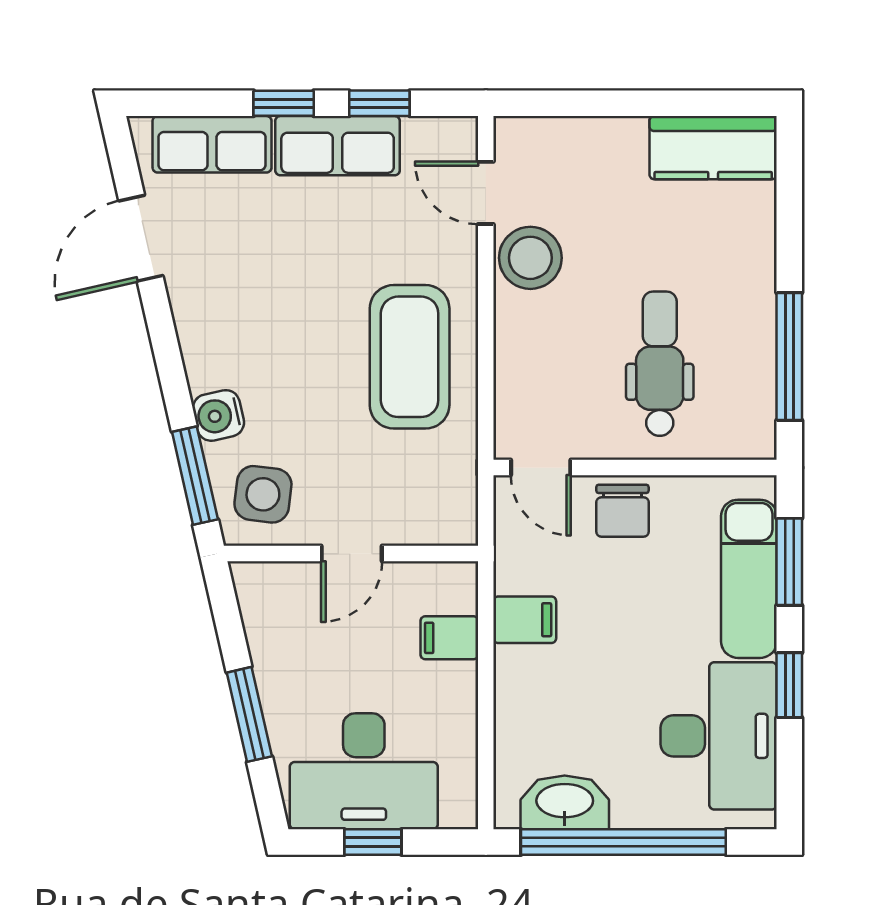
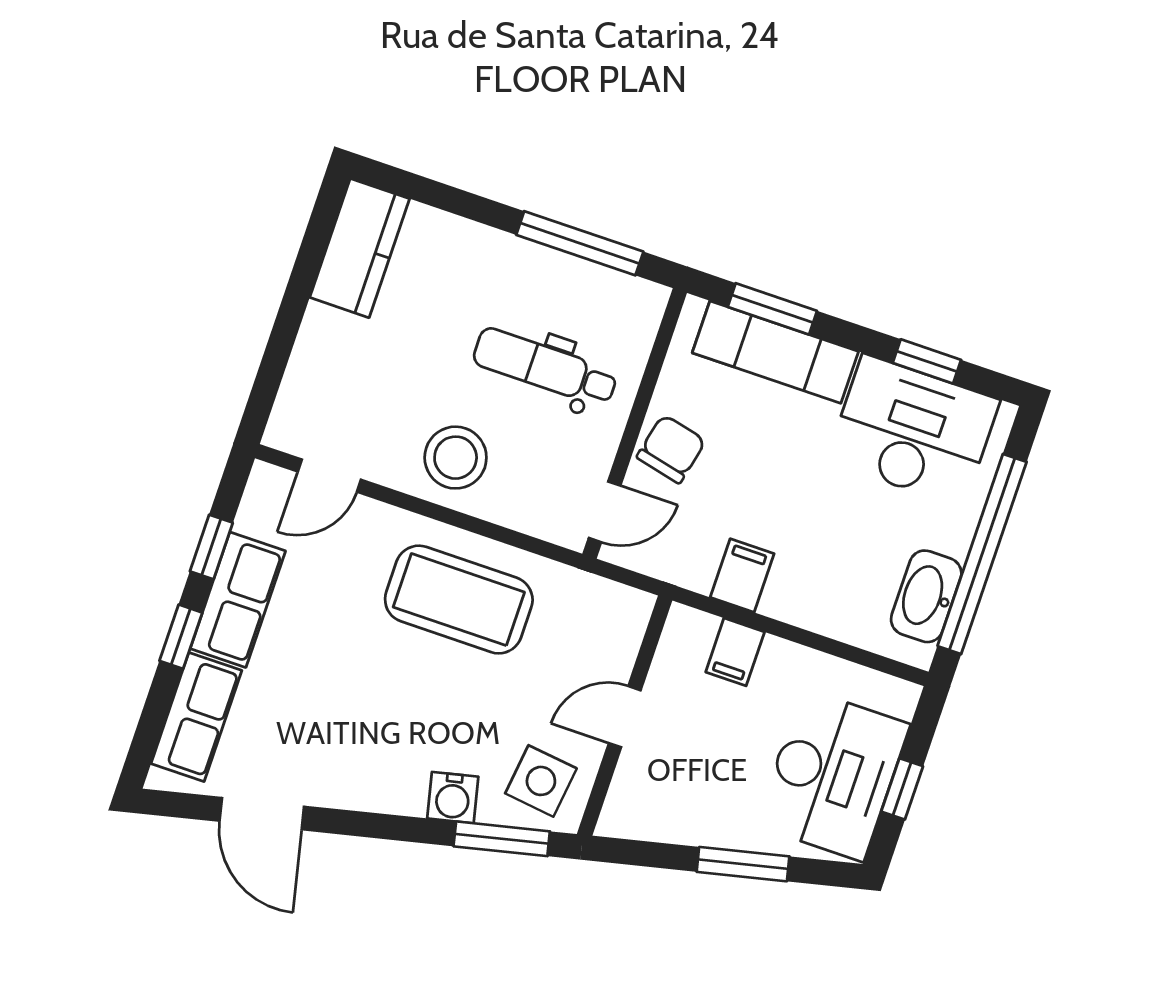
stool: (530, 258) -> (456, 458), moved
chair: (622, 511) -> (671, 449), turned -77
door: (352, 554) -> (625, 717), swing flipped
window: (789, 685) -> (927, 361), moved

